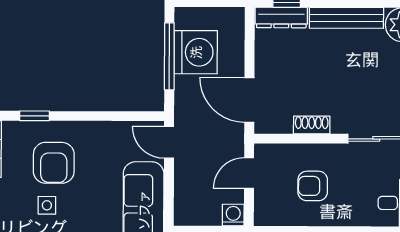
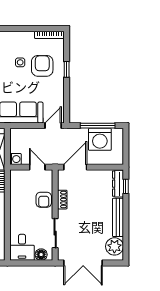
window: (34, 116) -> (67, 69), moved
armchair: (54, 163) -> (42, 66), turned 90
armchair: (313, 186) -> (44, 200), moved, turned 180

